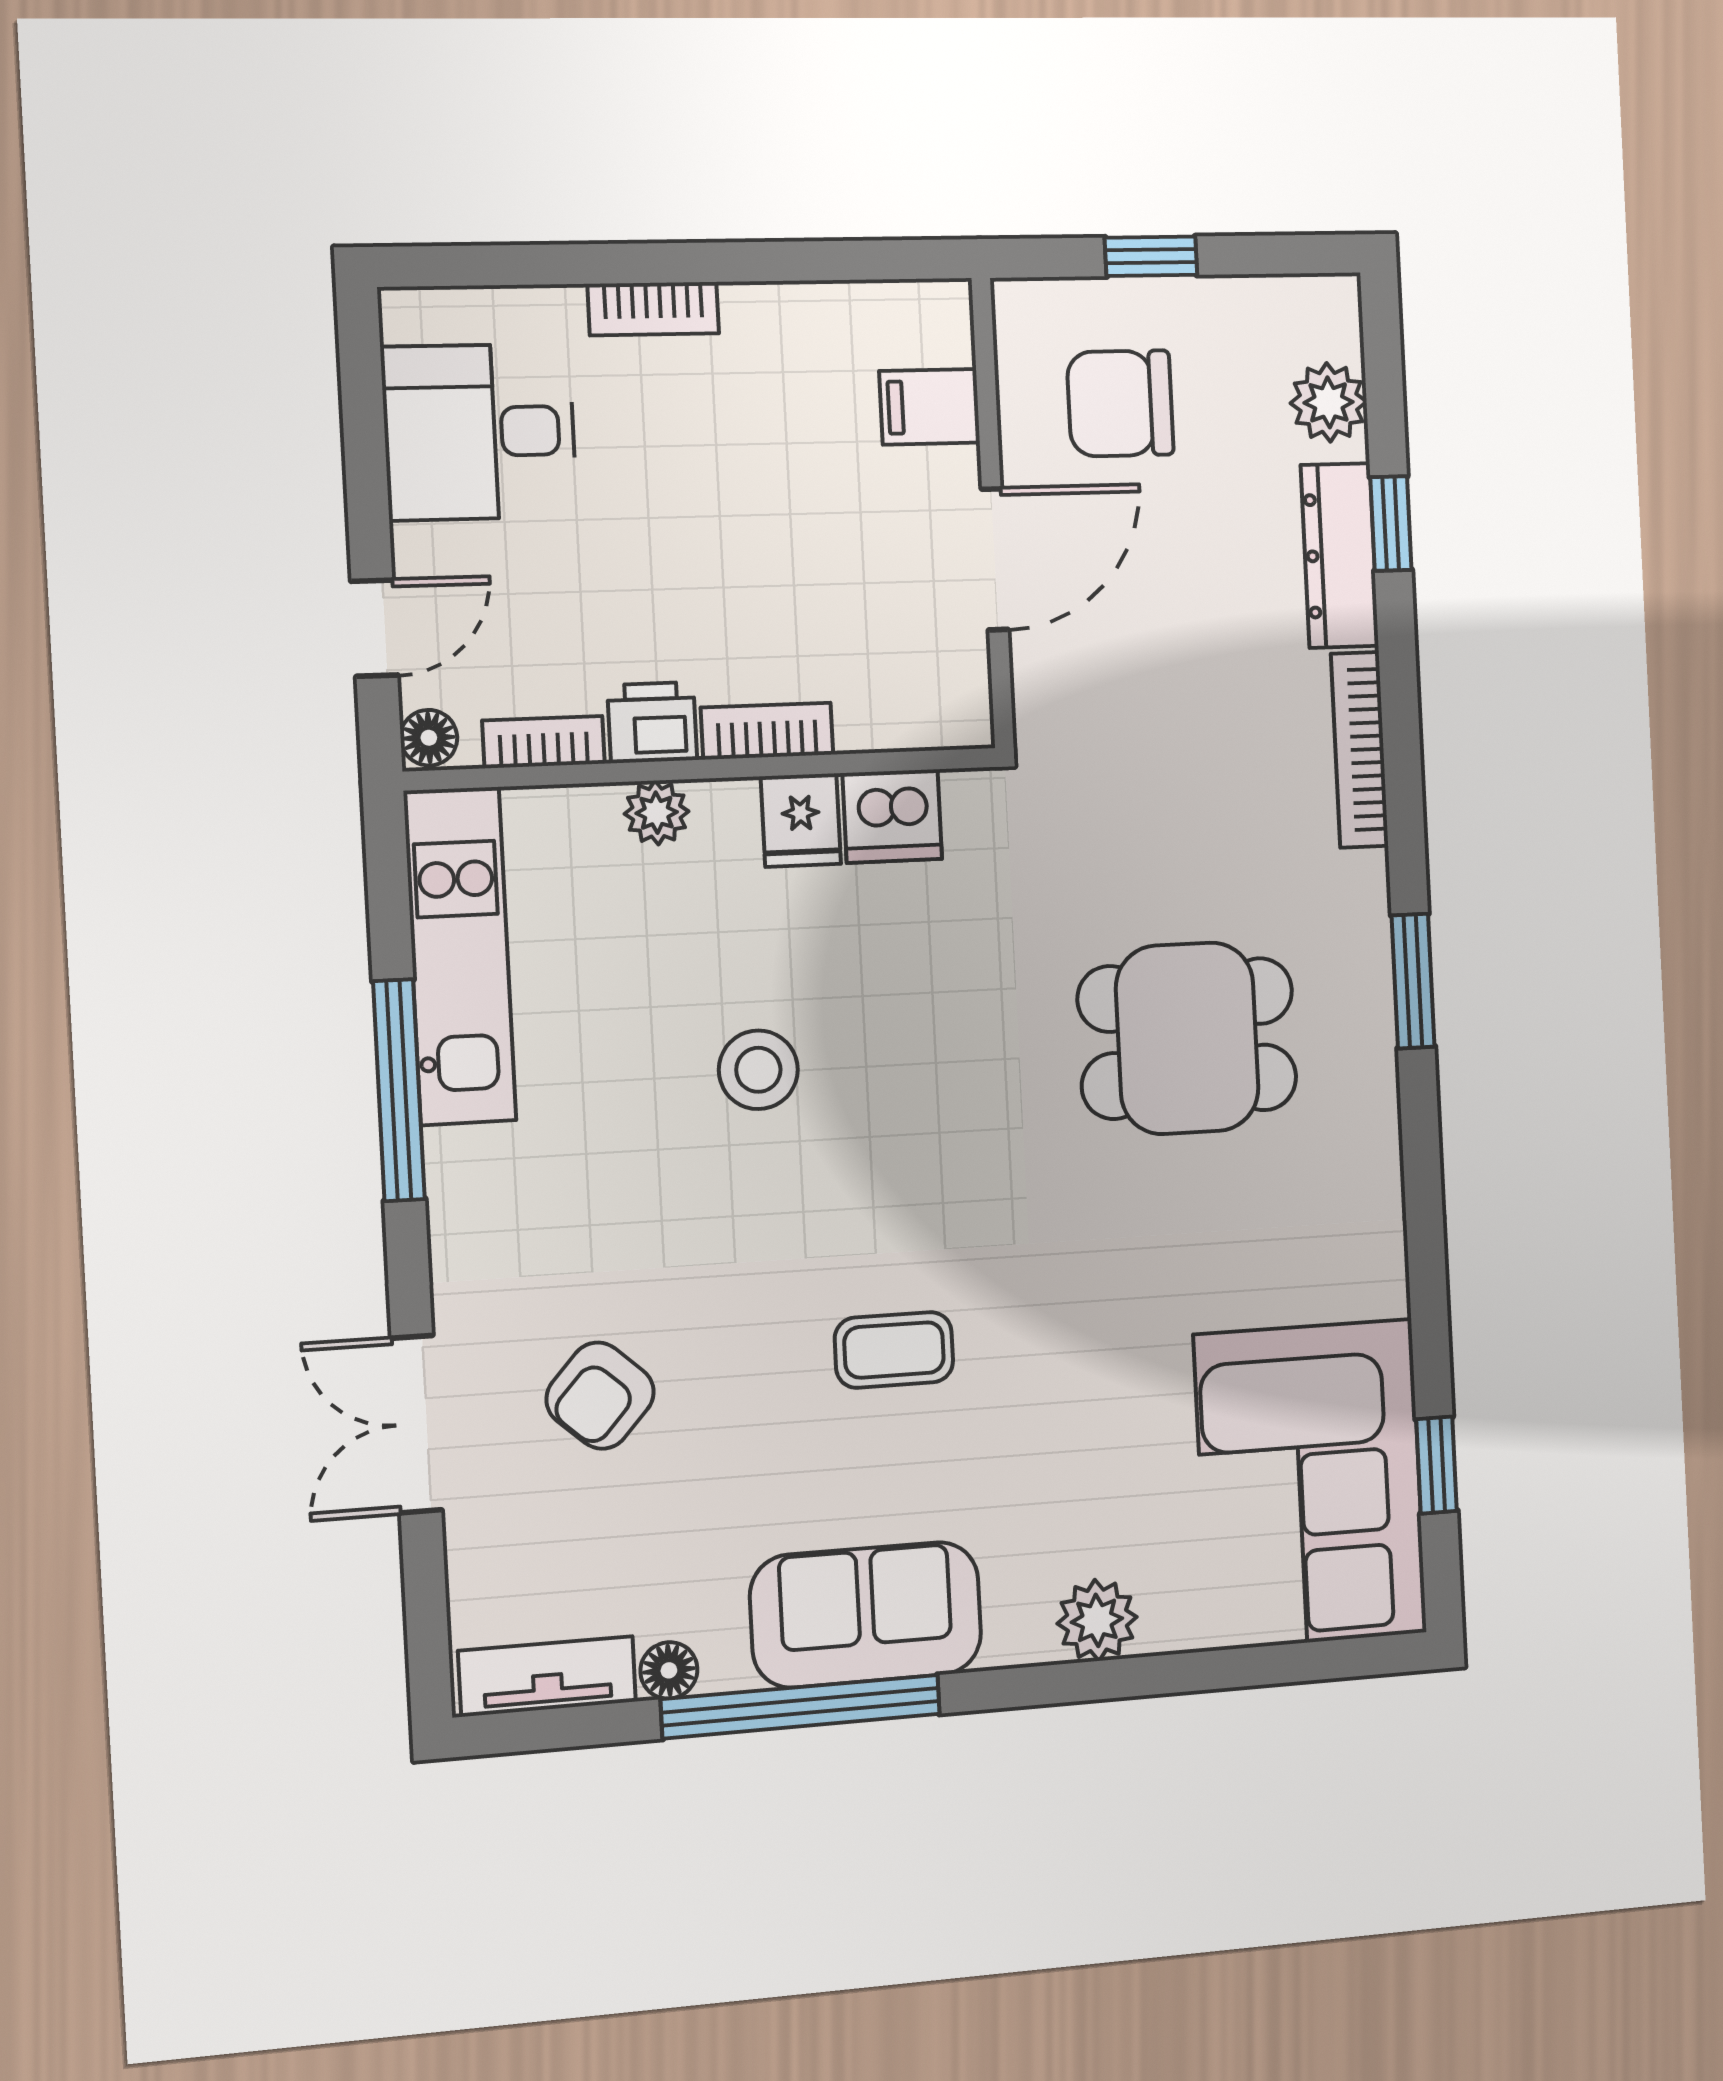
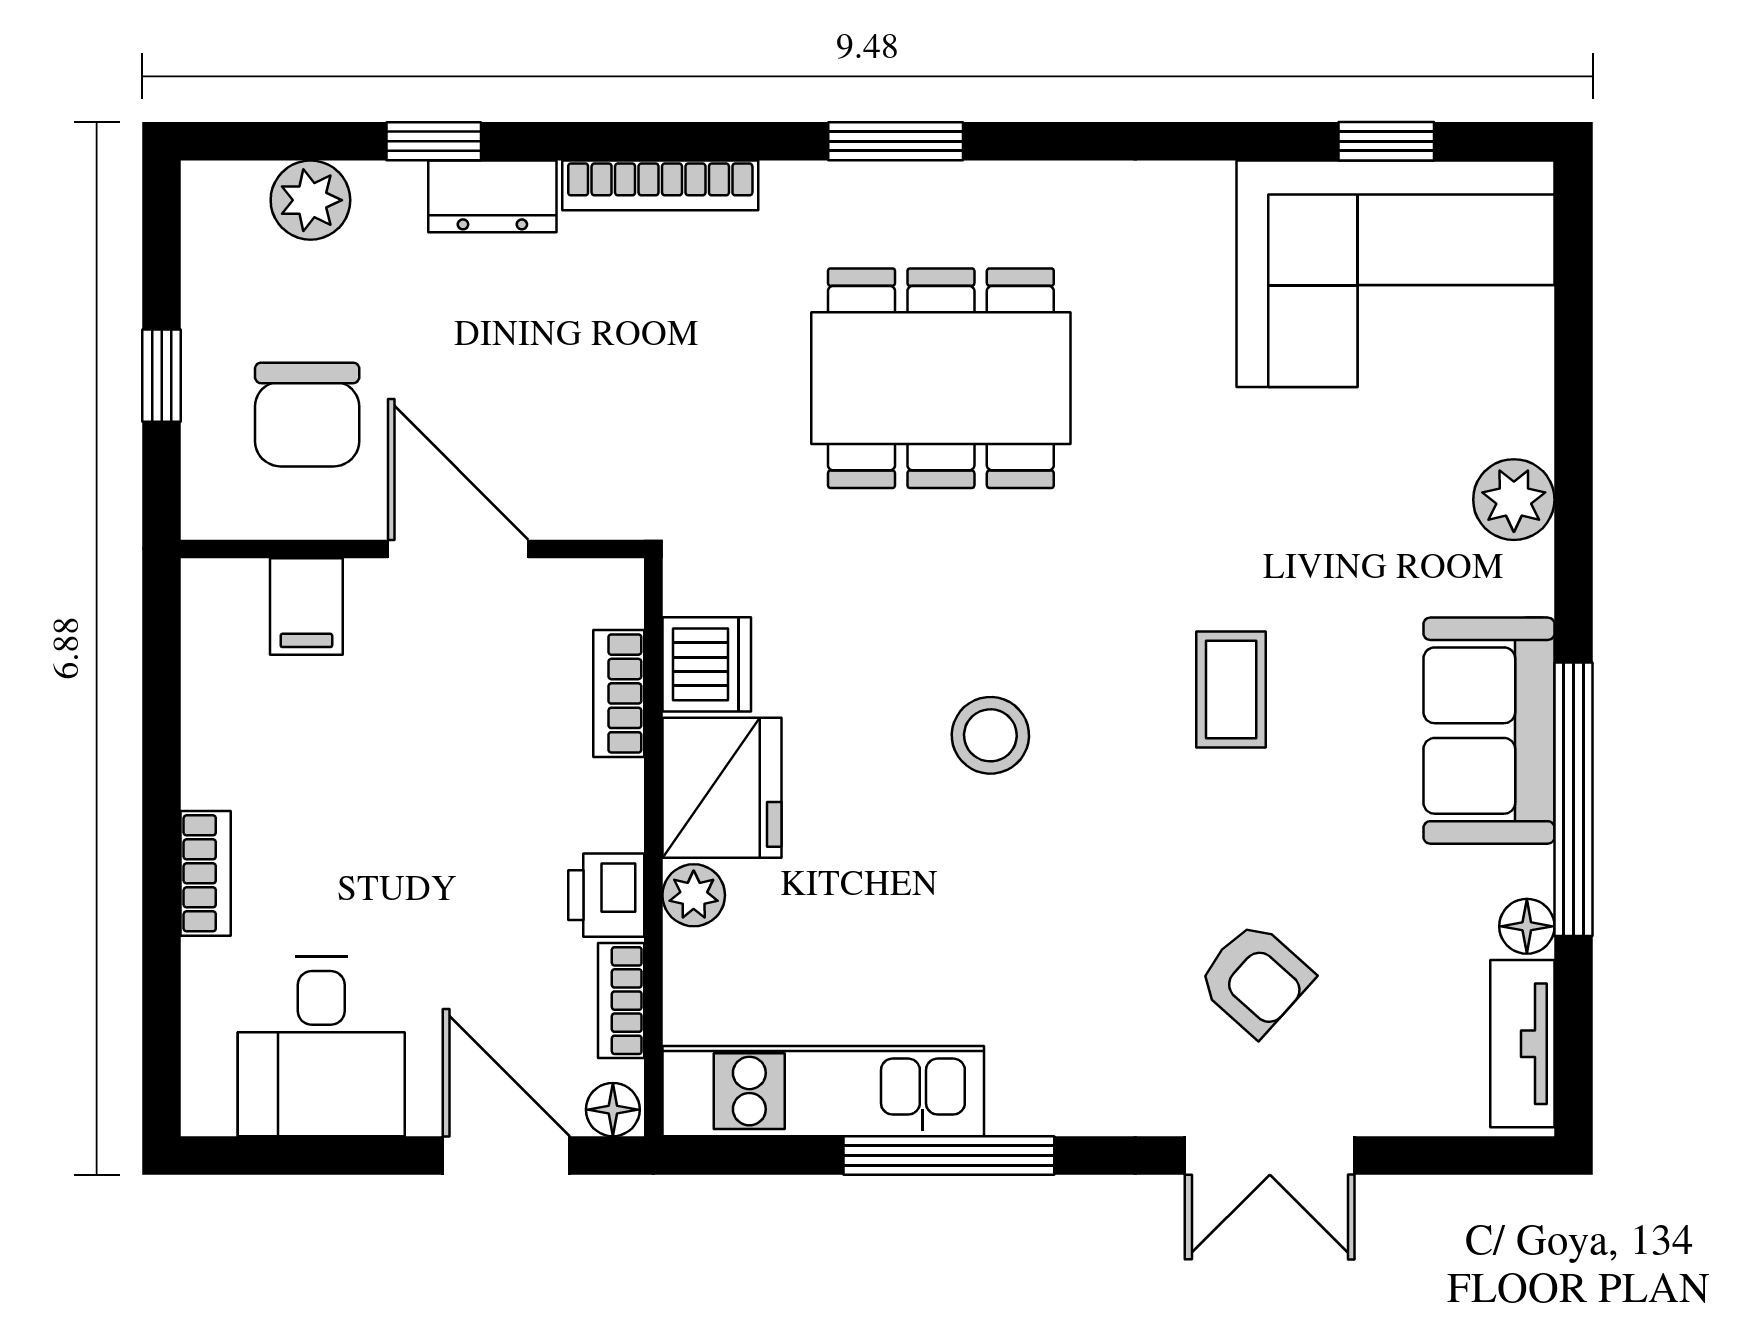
dresser: (1340, 556) -> (492, 196), width x0.70
door: (374, 628) -> (506, 1155), width x1.37
bookcase: (767, 731) -> (619, 693), moved
fridge: (801, 820) -> (722, 788), width x1.88, depth x1.34
dining table: (1187, 1038) -> (941, 378), width x1.37
stool: (758, 1070) -> (990, 735), moved

